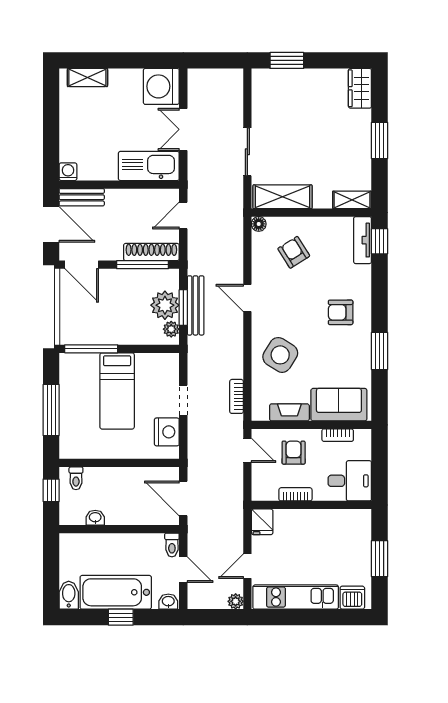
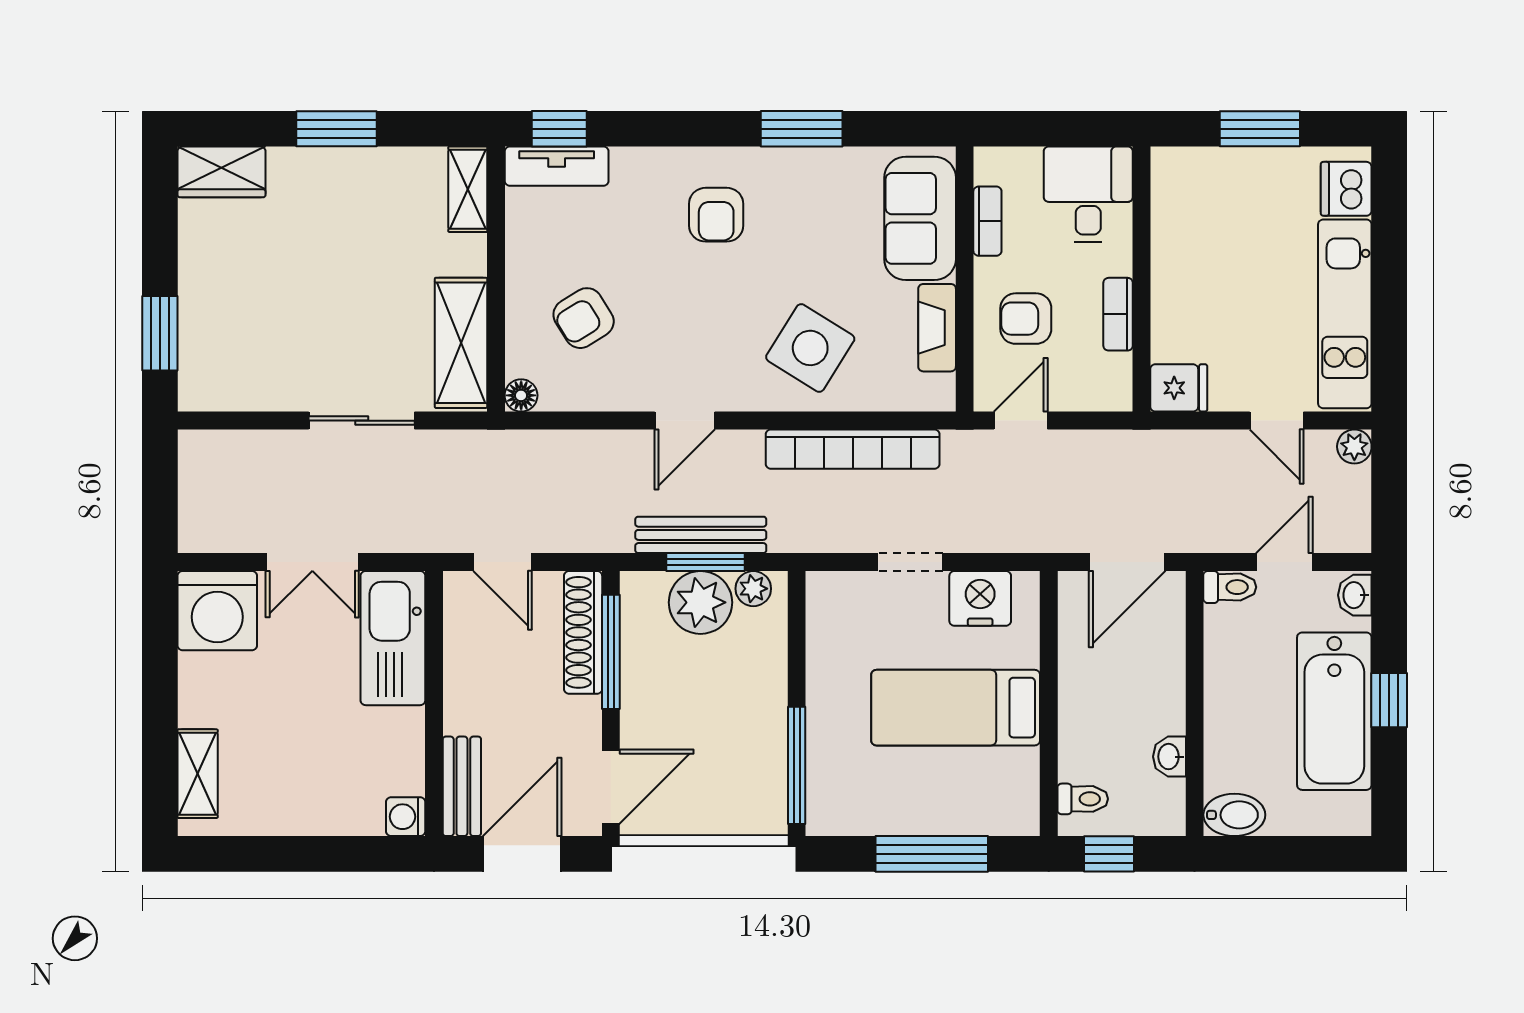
bed: (117, 391) -> (956, 708), moved, turned 180
bookcase: (237, 396) -> (853, 449), width x2.31, depth x1.31
bidet: (69, 595) -> (1234, 815), moved, turned 180

